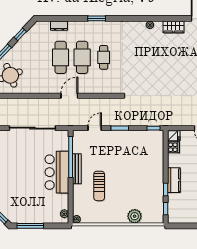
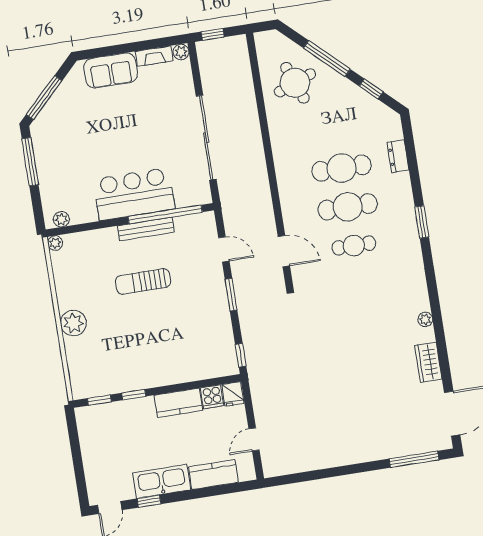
door: (69, 96) -> (284, 251), moved
kitchen counter: (174, 180) -> (178, 403), moved
sun lounger: (99, 186) -> (143, 281), moved
plant: (135, 216) -> (73, 323), moved

